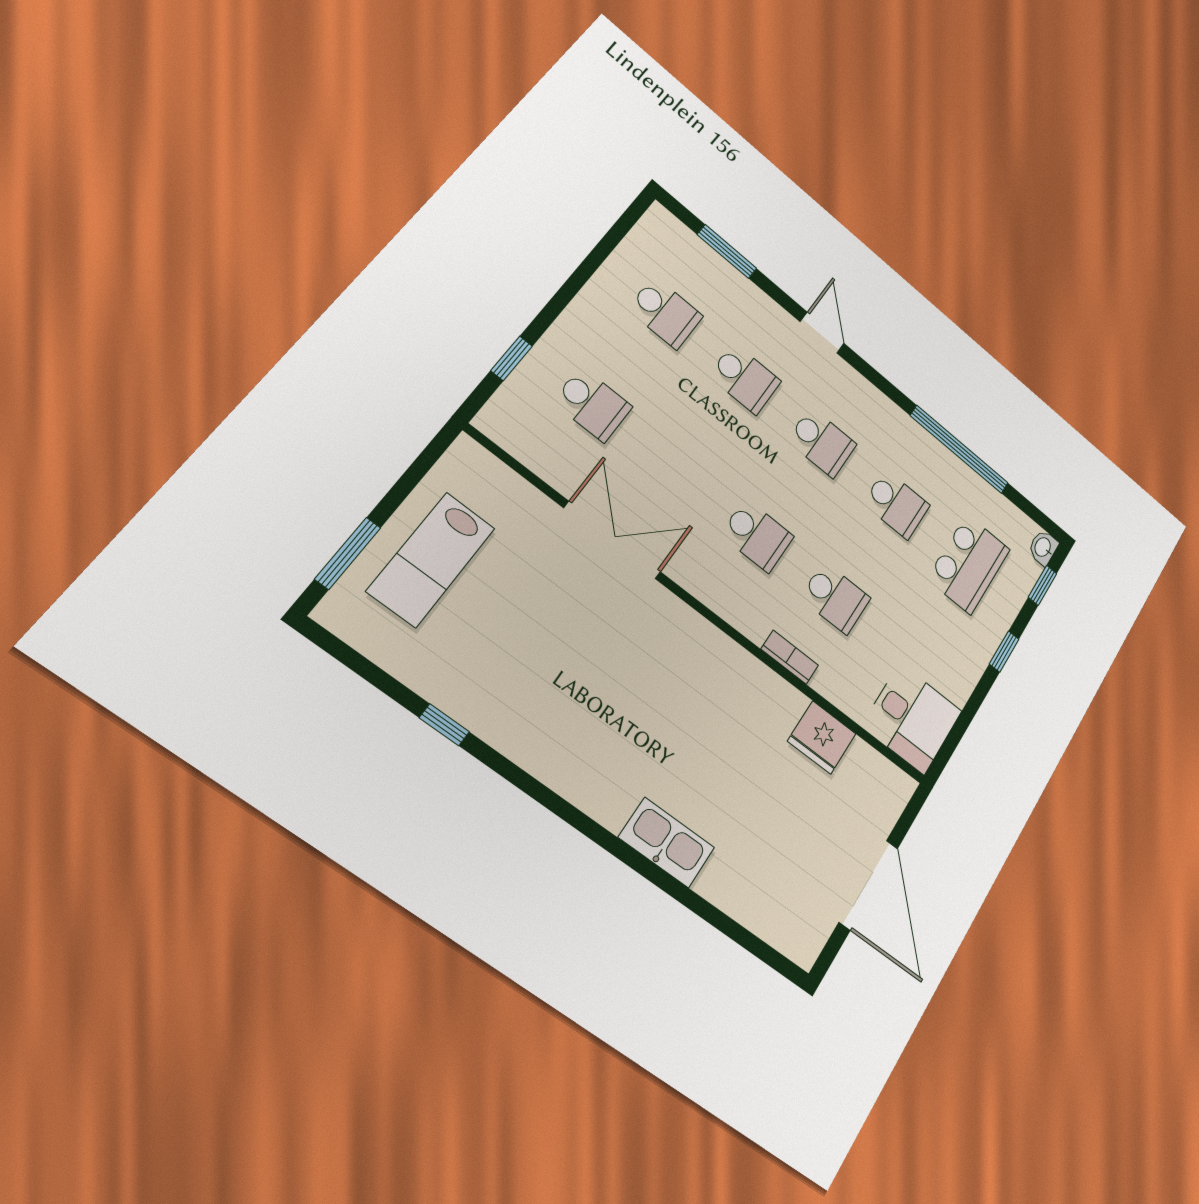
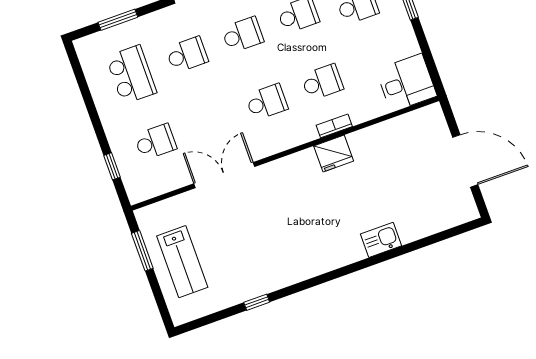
school desk: (665, 313) -> (131, 75), width x1.85
window: (348, 553) -> (142, 251), moved
fridge: (822, 737) -> (334, 154), moved
kitchen sink: (667, 843) -> (381, 240), width x0.73

